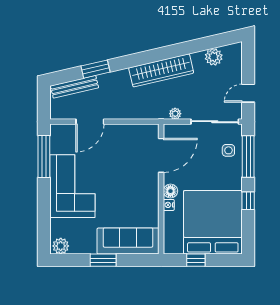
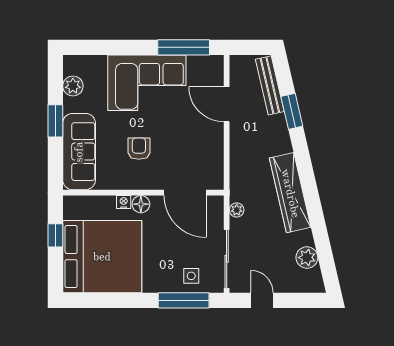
armchair: (126, 193) -> (139, 149), added
window: (248, 201) -> (129, 300), removed
plant: (61, 246) -> (73, 86), moved

